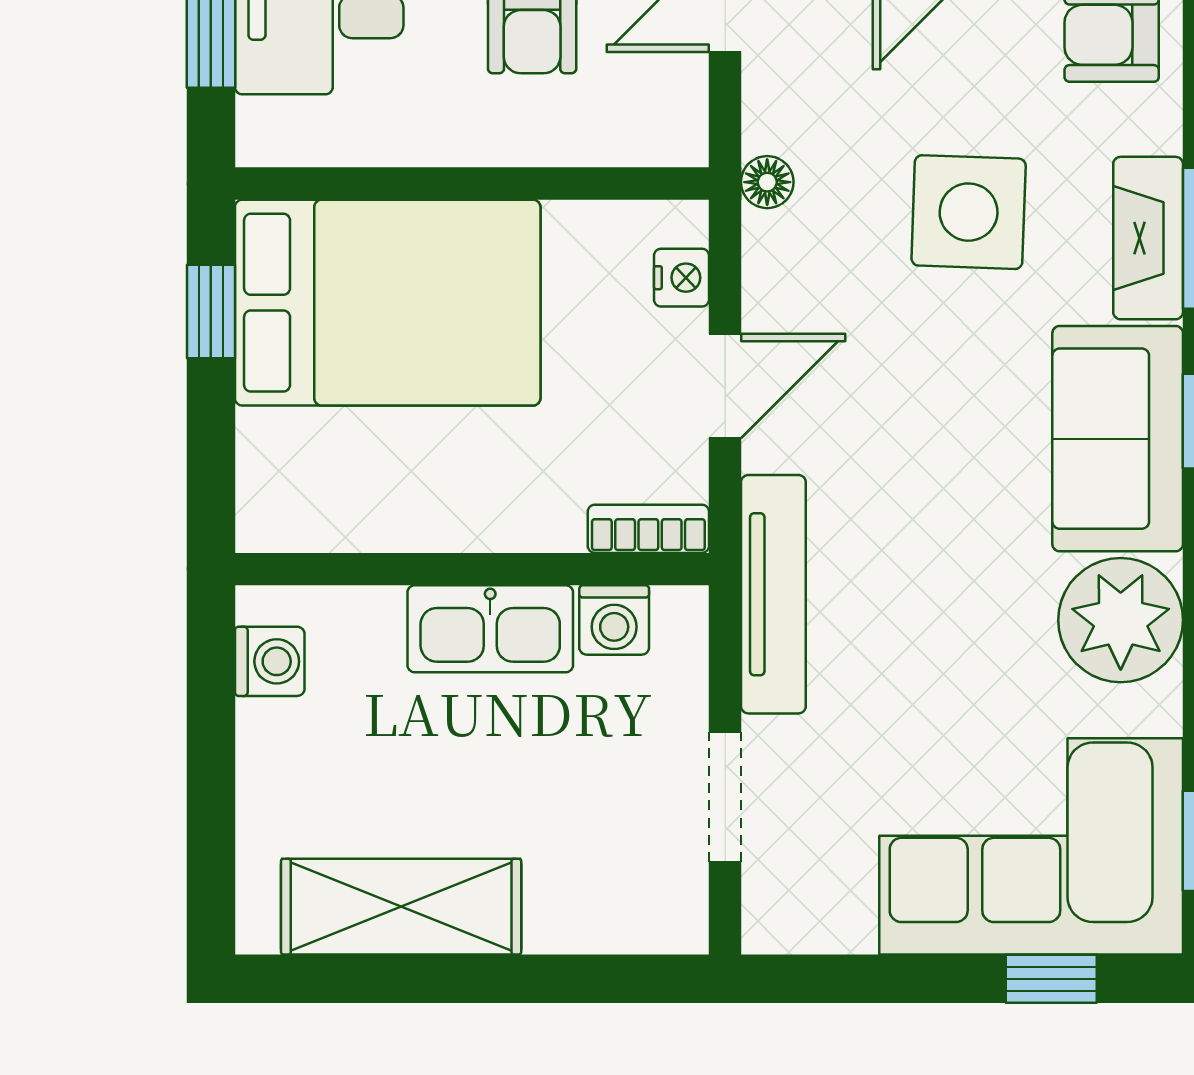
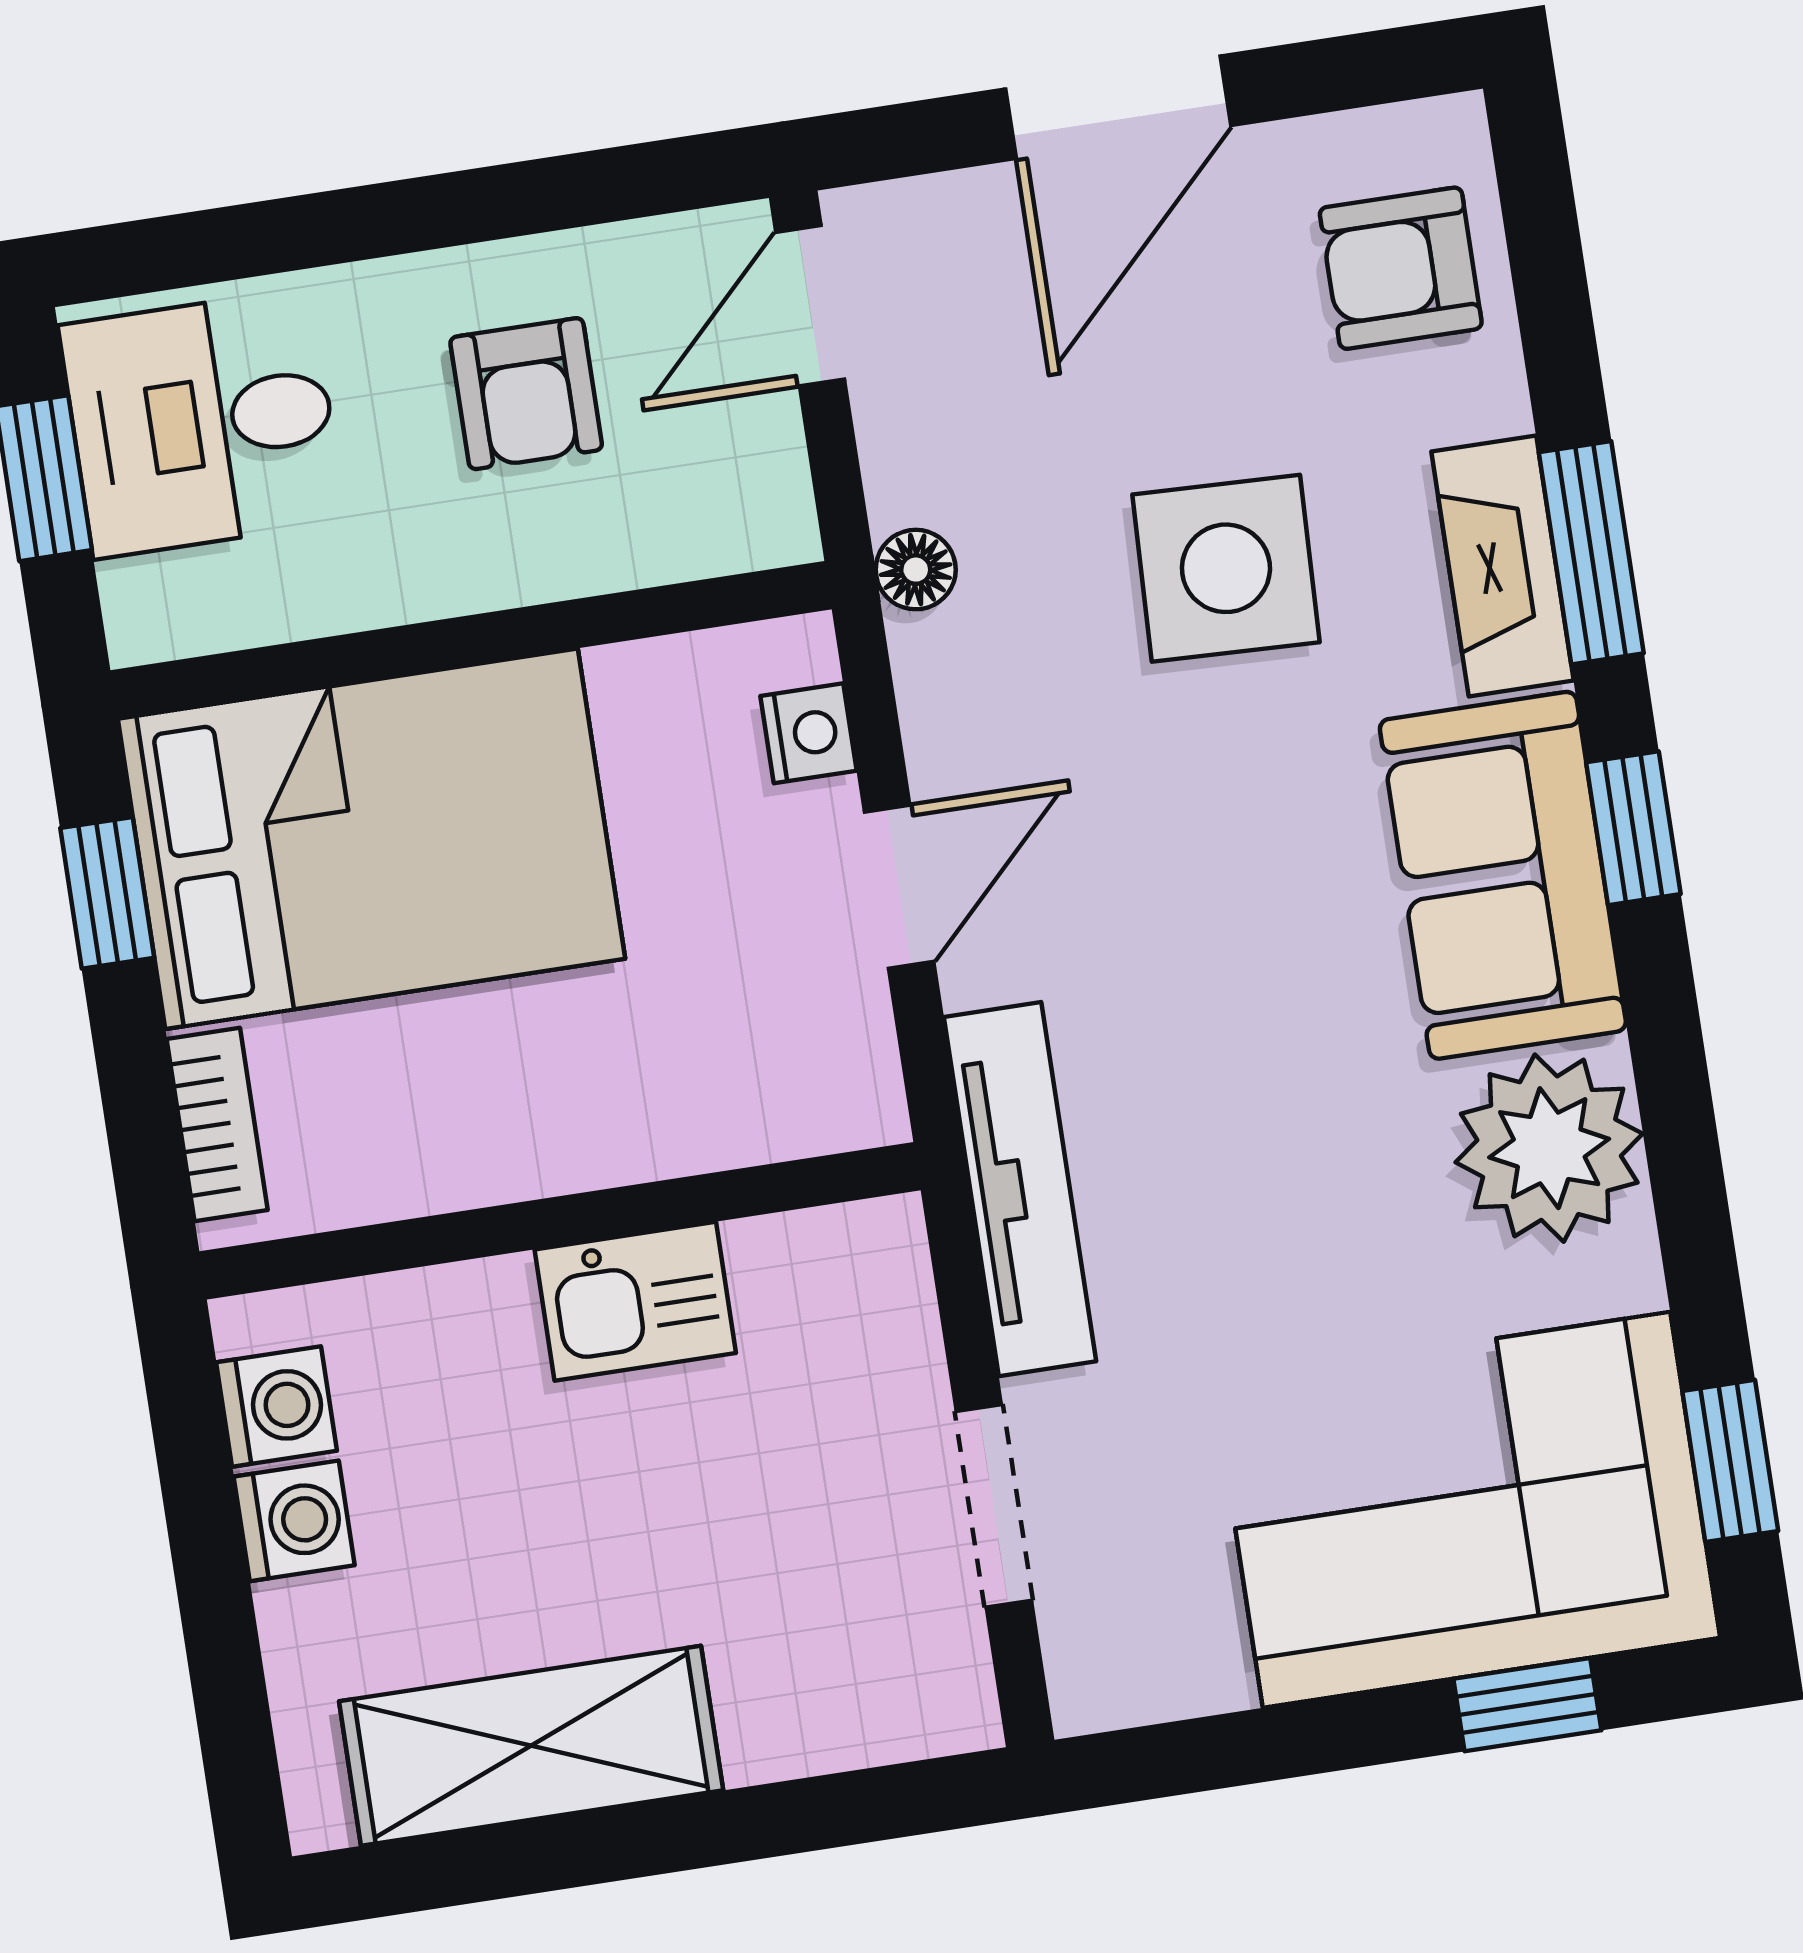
bookcase: (648, 529) -> (217, 1125), moved, turned 90
washing machine: (614, 620) -> (294, 1521), moved, turned -90
kitchen sink: (490, 629) -> (635, 1301), width x0.73

